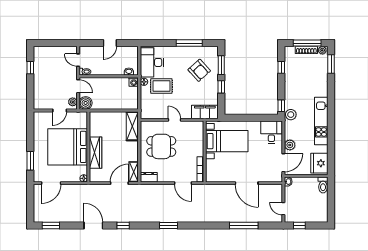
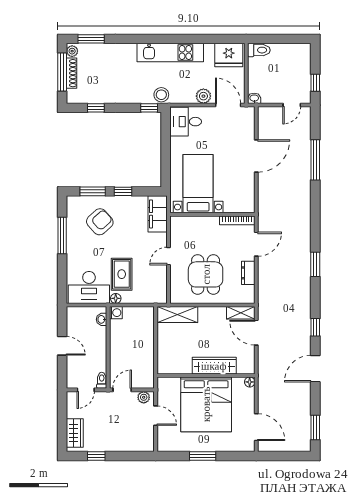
wardrobe: (47, 52) -> (75, 433), added
boiler: (86, 103) -> (145, 379), removed
window: (30, 161) -> (203, 456), moved
dresser: (149, 177) -> (248, 273), moved

